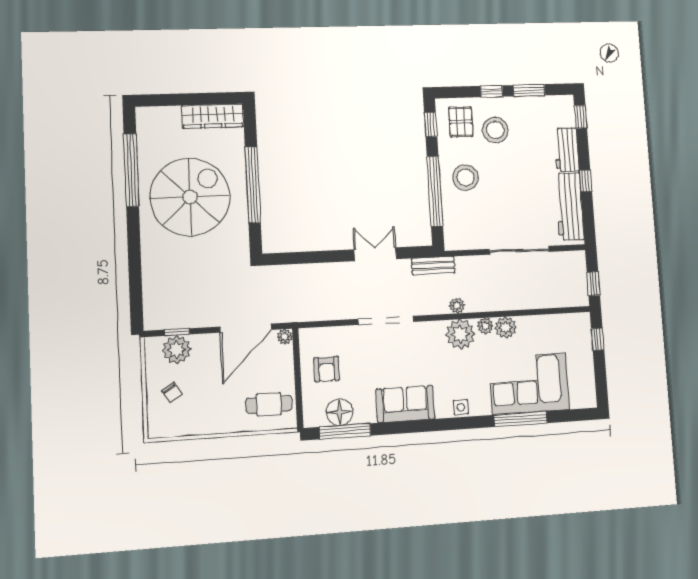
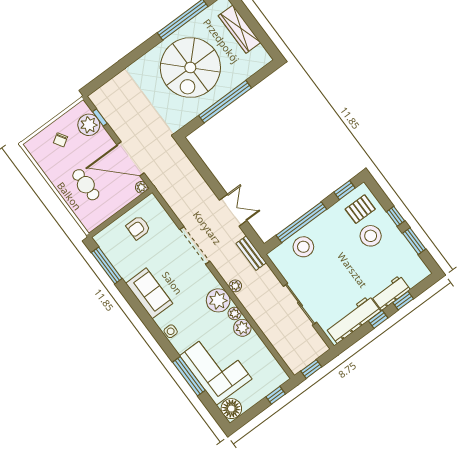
wardrobe: (213, 116) -> (239, 29), moved
window: (581, 117) -> (403, 301), moved
stool: (466, 178) -> (303, 247), moved
spiral stairs: (190, 197) -> (190, 68), turned 90
cafe table: (269, 404) -> (86, 185), moved
floor lamp: (340, 412) -> (231, 409), moved

